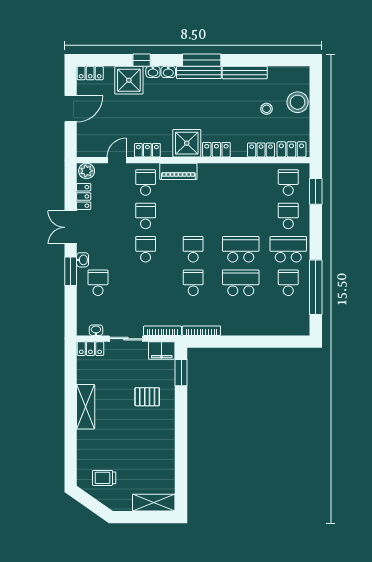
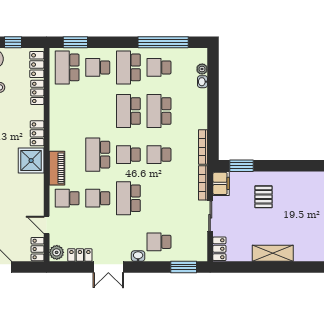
window: (316, 123) -> (13, 42), added
locker: (147, 150) -> (38, 249), moved
school desk: (288, 182) -> (67, 67), width x1.85
school desk: (193, 216) -> (98, 155), added
school desk: (146, 249) -> (128, 198), width x1.85
window: (71, 271) -> (184, 267), moved
washbasin: (96, 330) -> (203, 82), moved
plant: (287, 330) -> (202, 69), added

